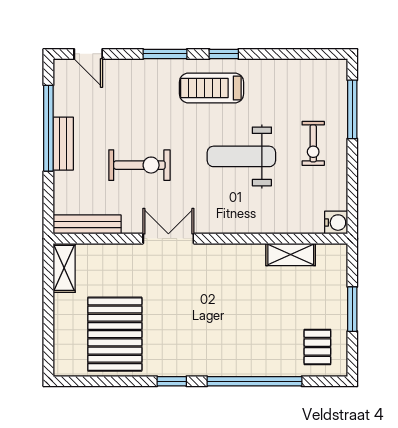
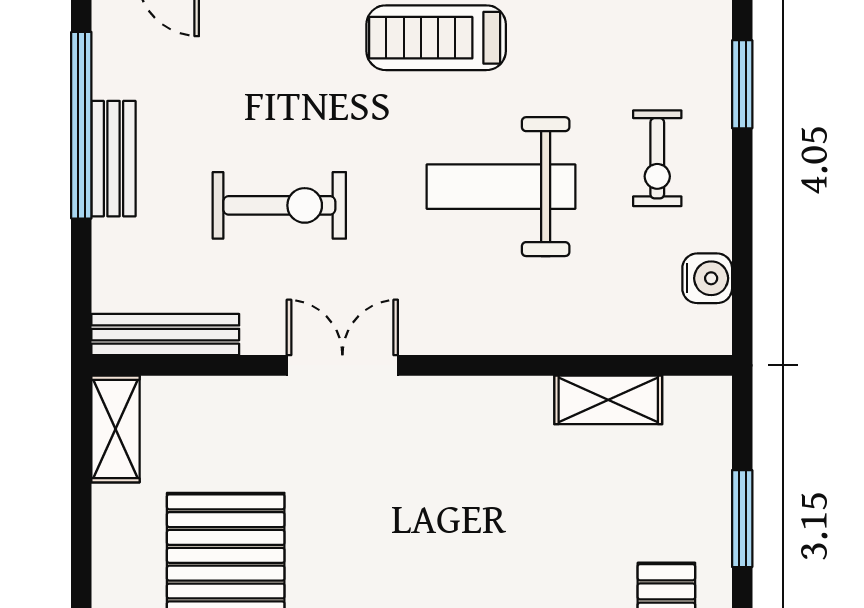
window: (352, 109) -> (742, 84), width x0.69
water cooler: (336, 223) -> (707, 278), moved

